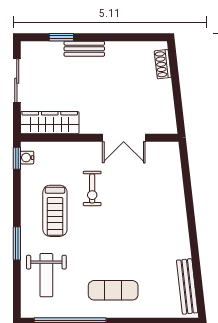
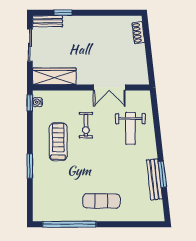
bench: (84, 49) -> (48, 21), moved
treadmill: (55, 211) -> (58, 142), turned 180
window: (195, 254) -> (162, 174), added
weight bench: (46, 275) -> (130, 128), moved
bench: (187, 286) -> (154, 179), moved

